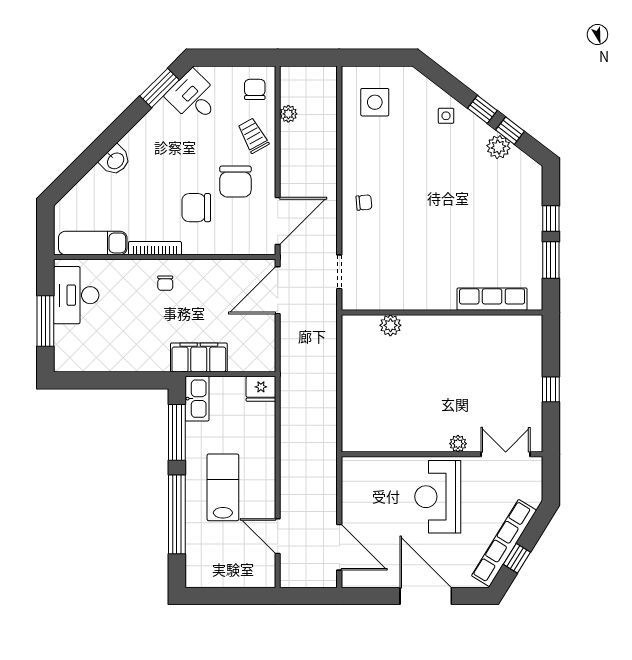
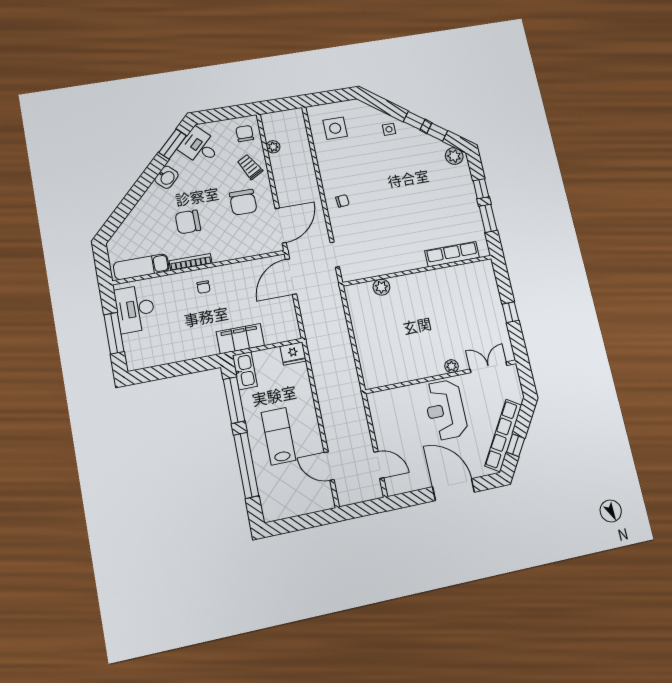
plant: (498, 147) -> (454, 156), moved
washbasin: (115, 160) -> (167, 177), moved
chair: (196, 208) -> (188, 222), moved
door: (339, 547) -> (379, 465), width x0.73

